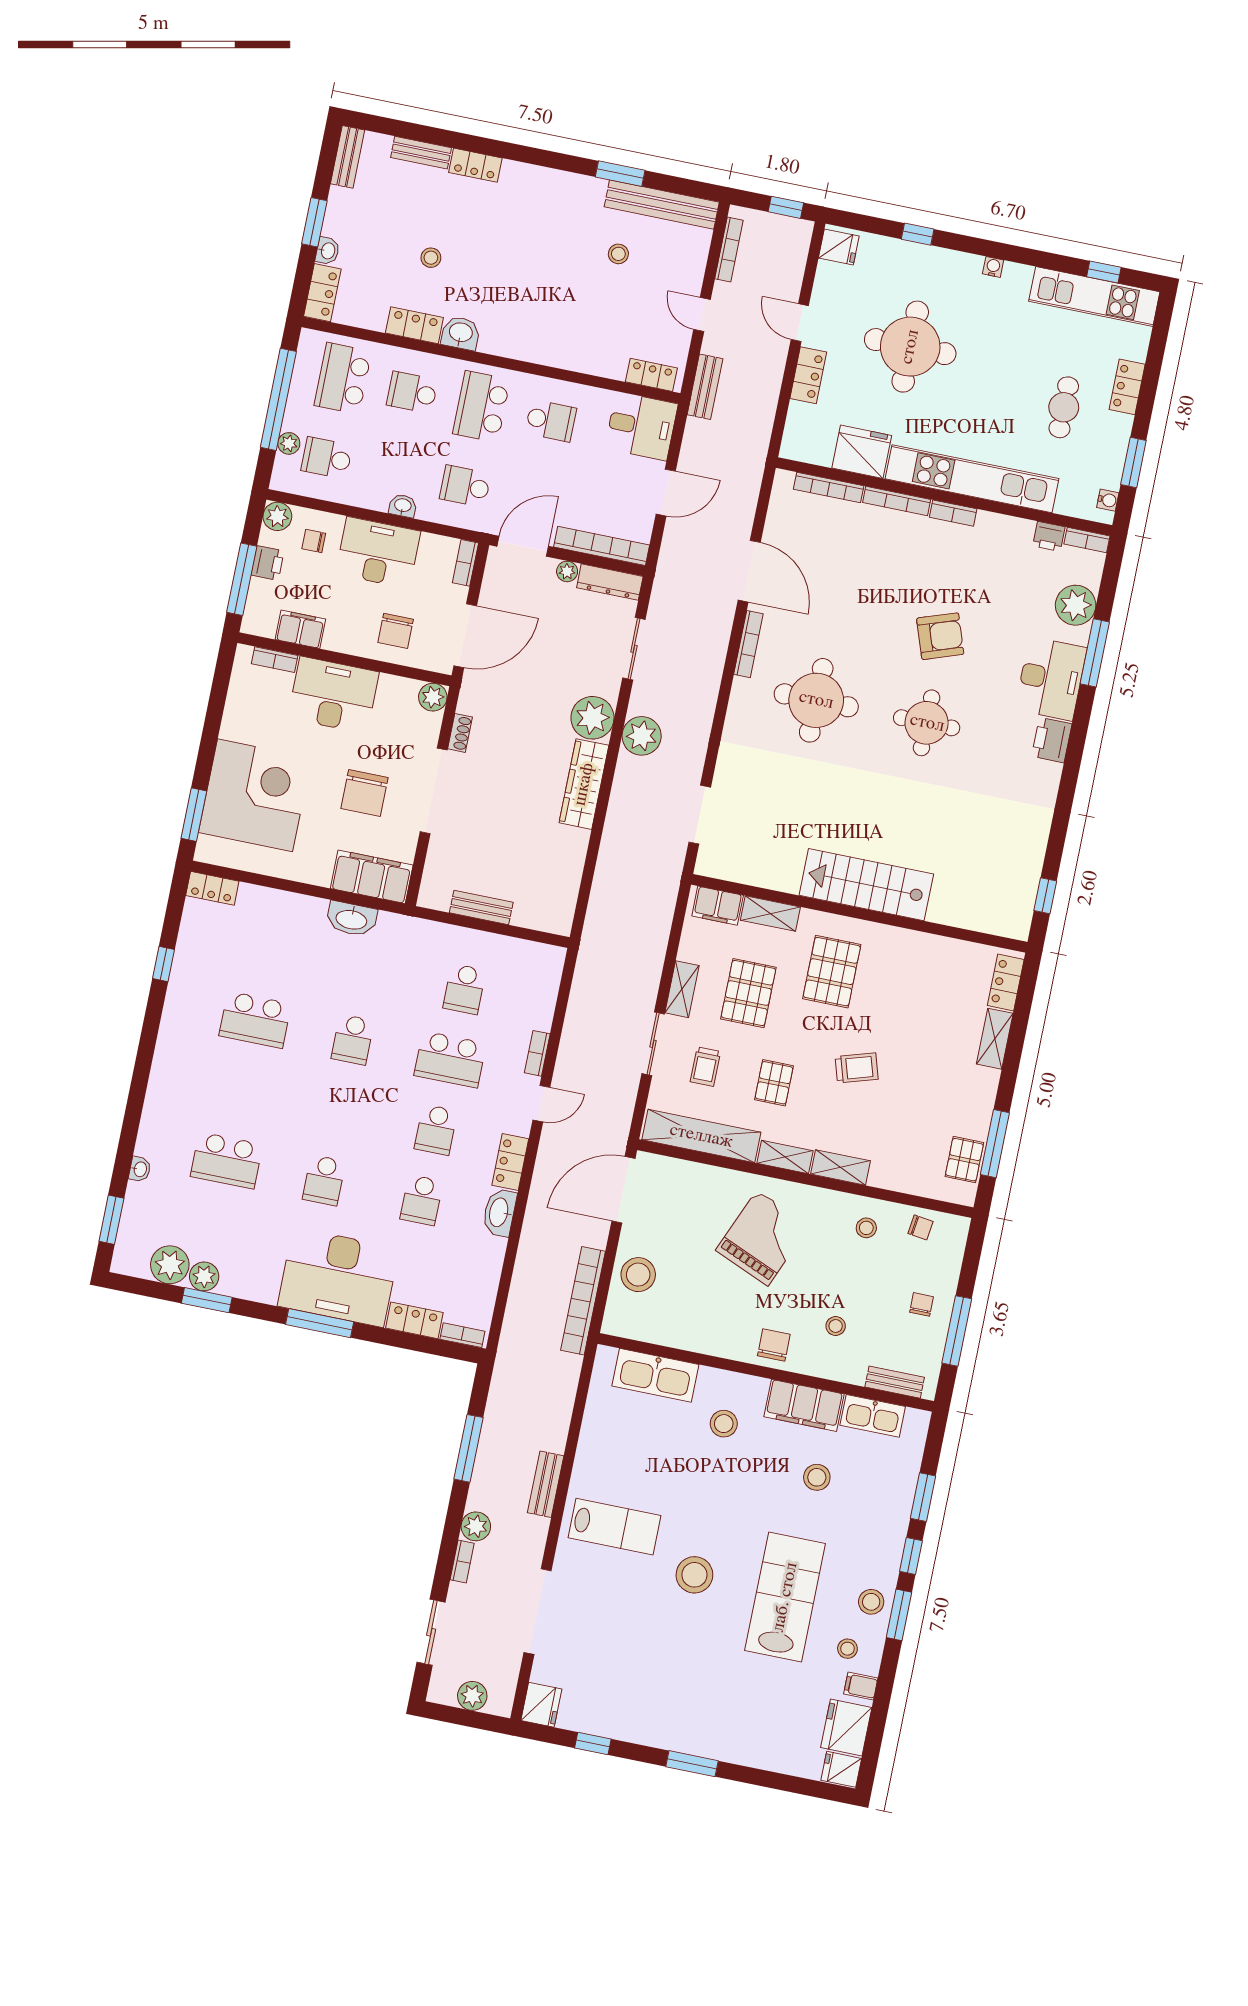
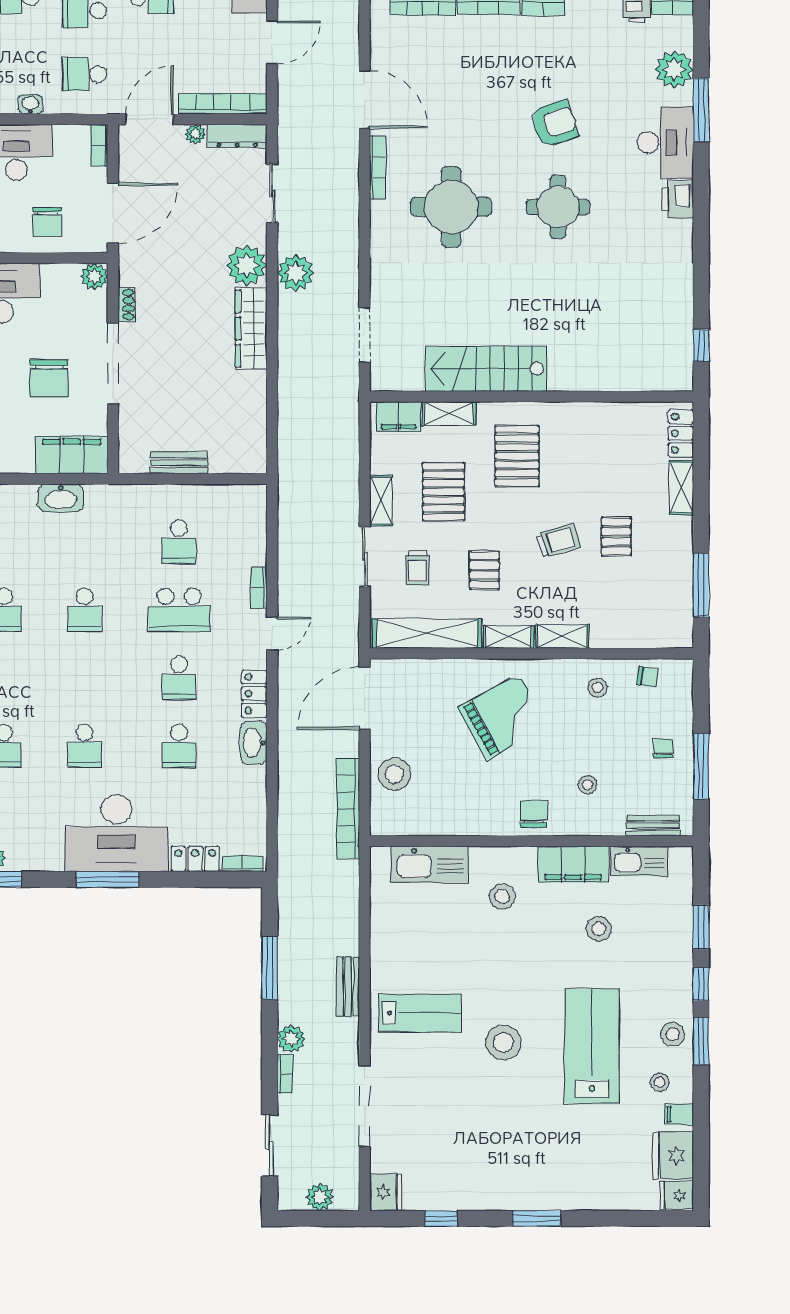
stairs: (866, 885) -> (486, 369), moved
pallet: (964, 1160) -> (616, 537), moved
grand piano: (762, 1238) -> (503, 717), turned 38

